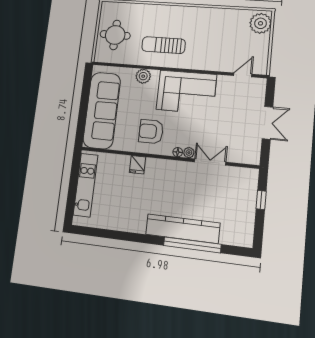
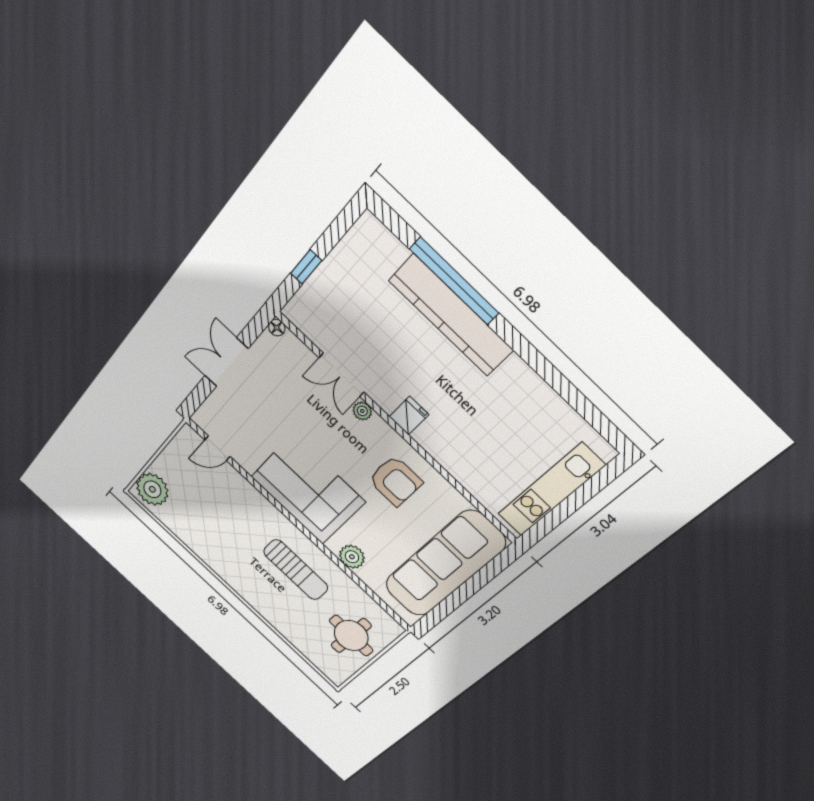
floor lamp: (178, 152) -> (277, 328), moved
fridge: (137, 165) -> (409, 416), moved

